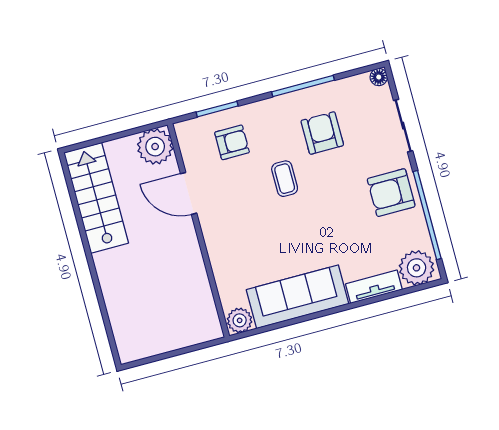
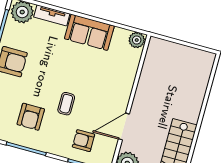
door: (189, 193) -> (124, 126), swing flipped
sofa: (298, 297) -> (89, 32), width x0.73

